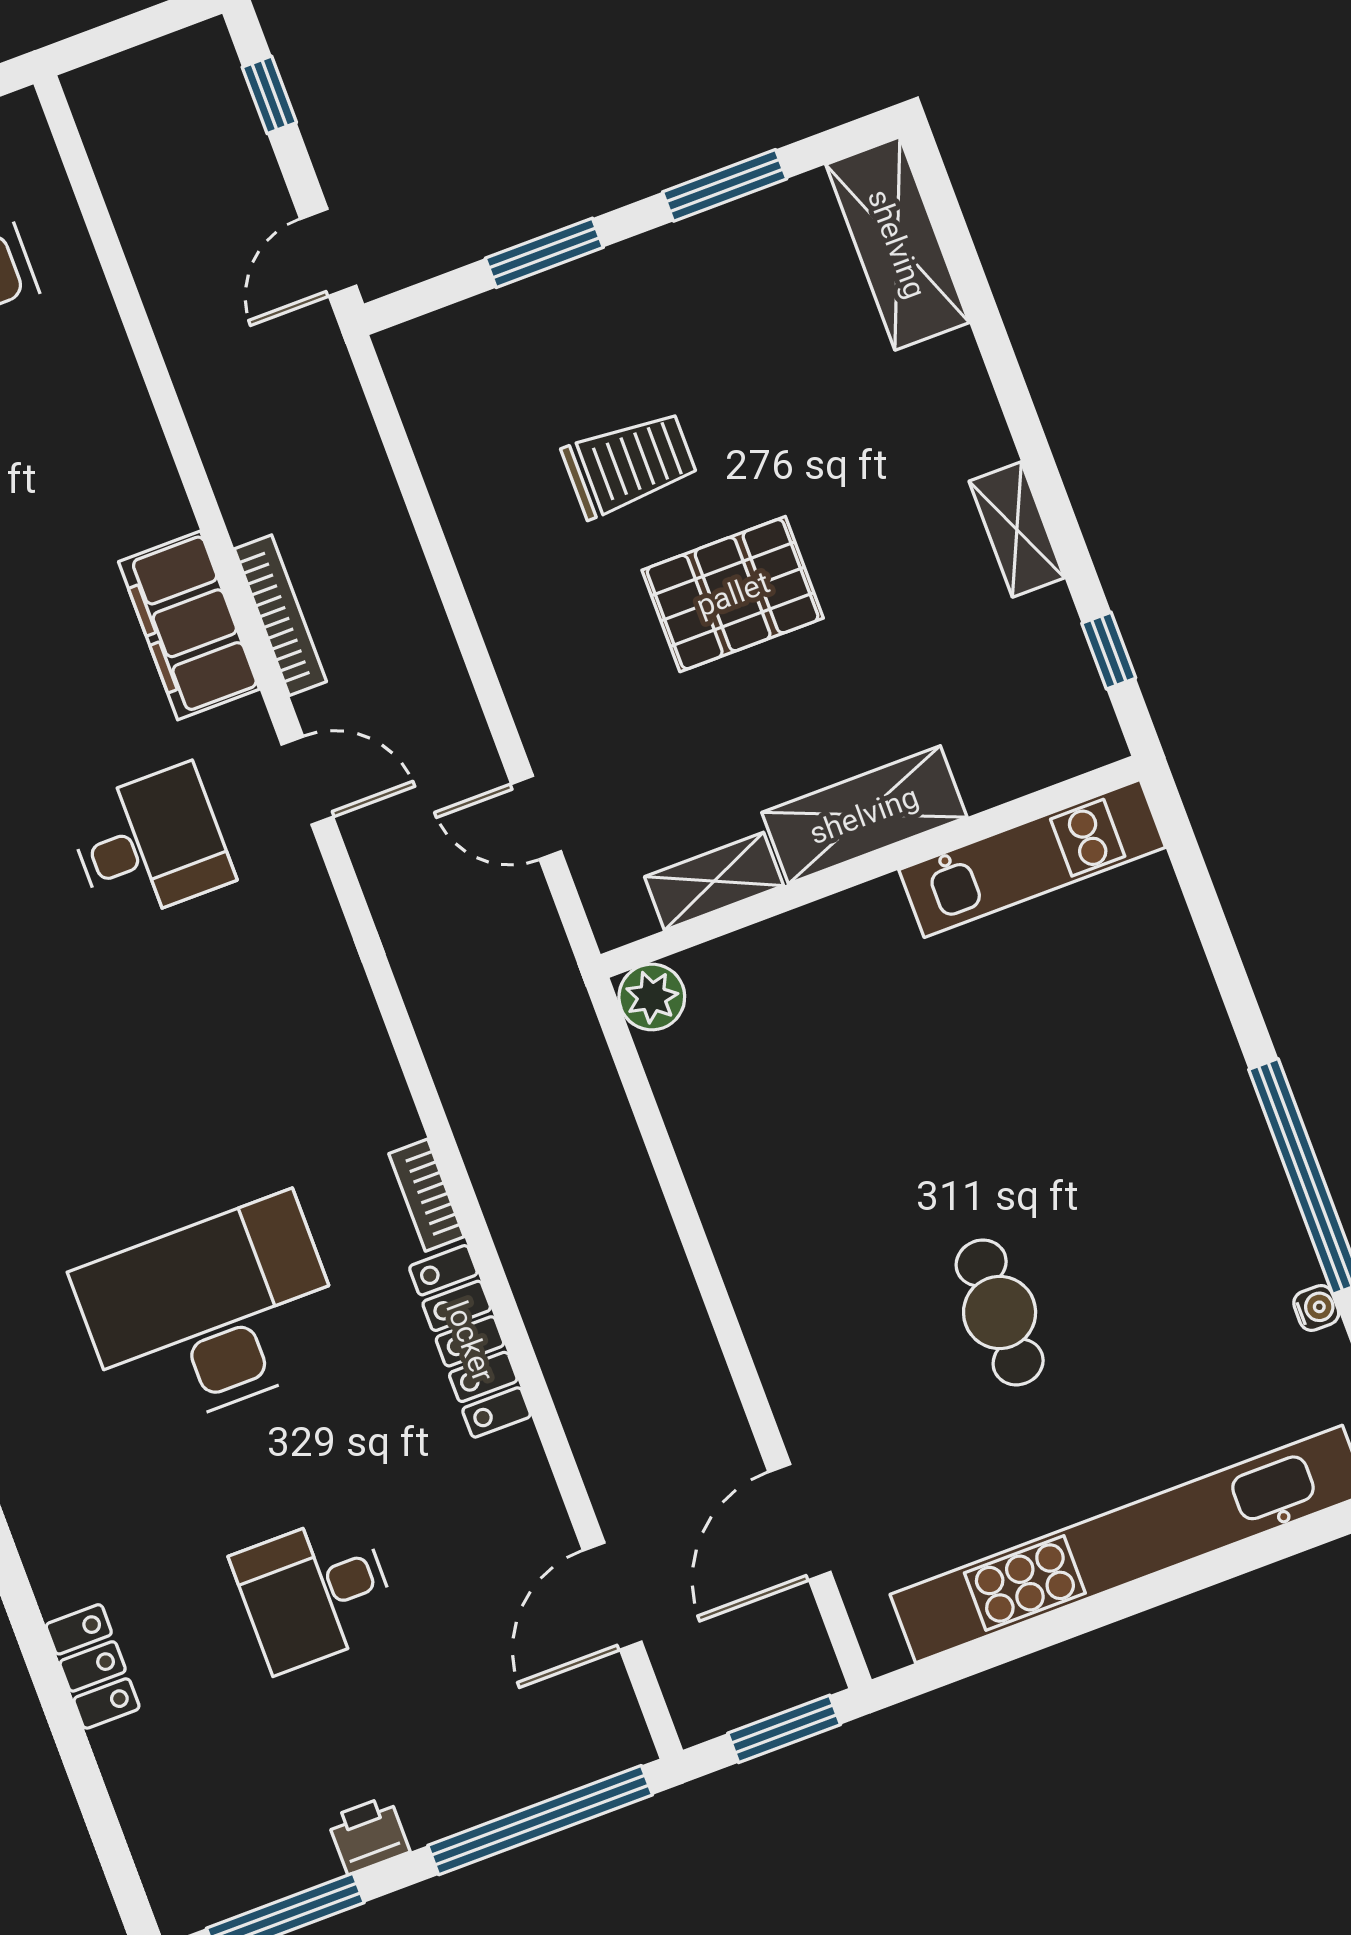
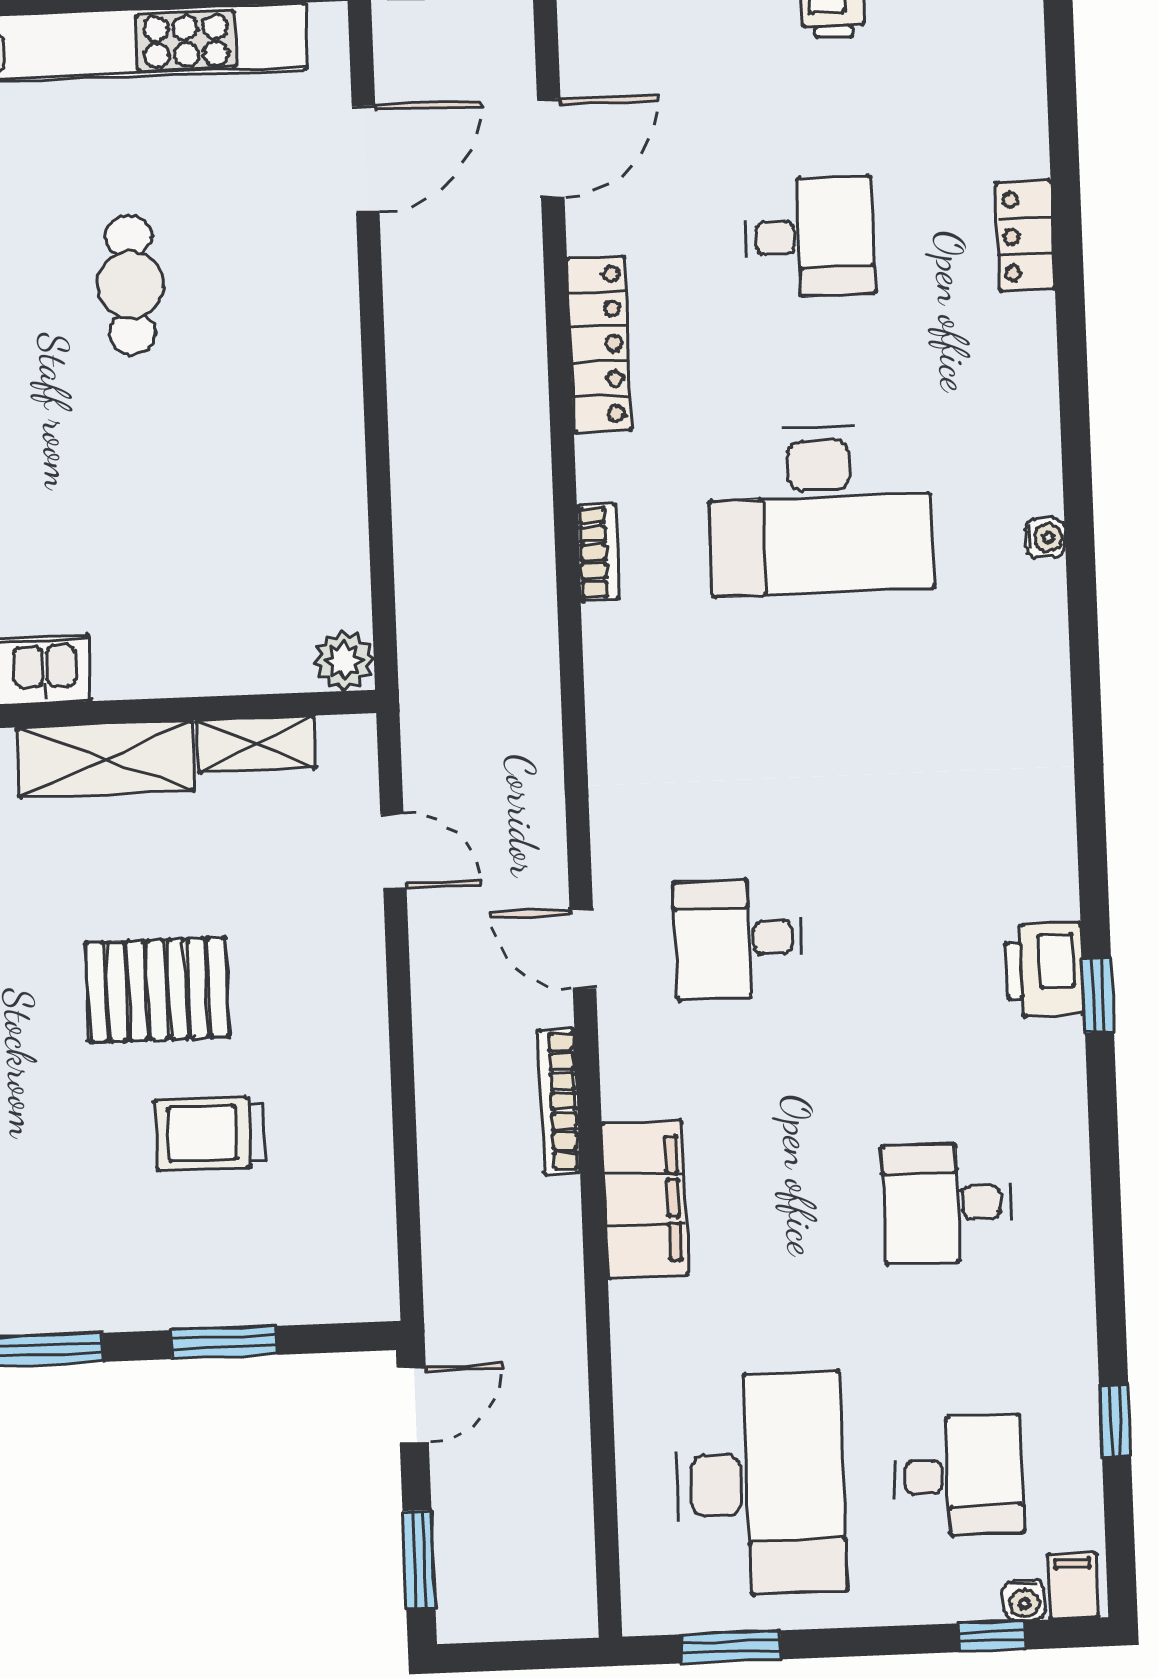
window: (269, 95) -> (419, 1560), width x1.50
filing cabinet: (189, 625) -> (645, 1199), moved
locker: (470, 1341) -> (599, 344), moved

